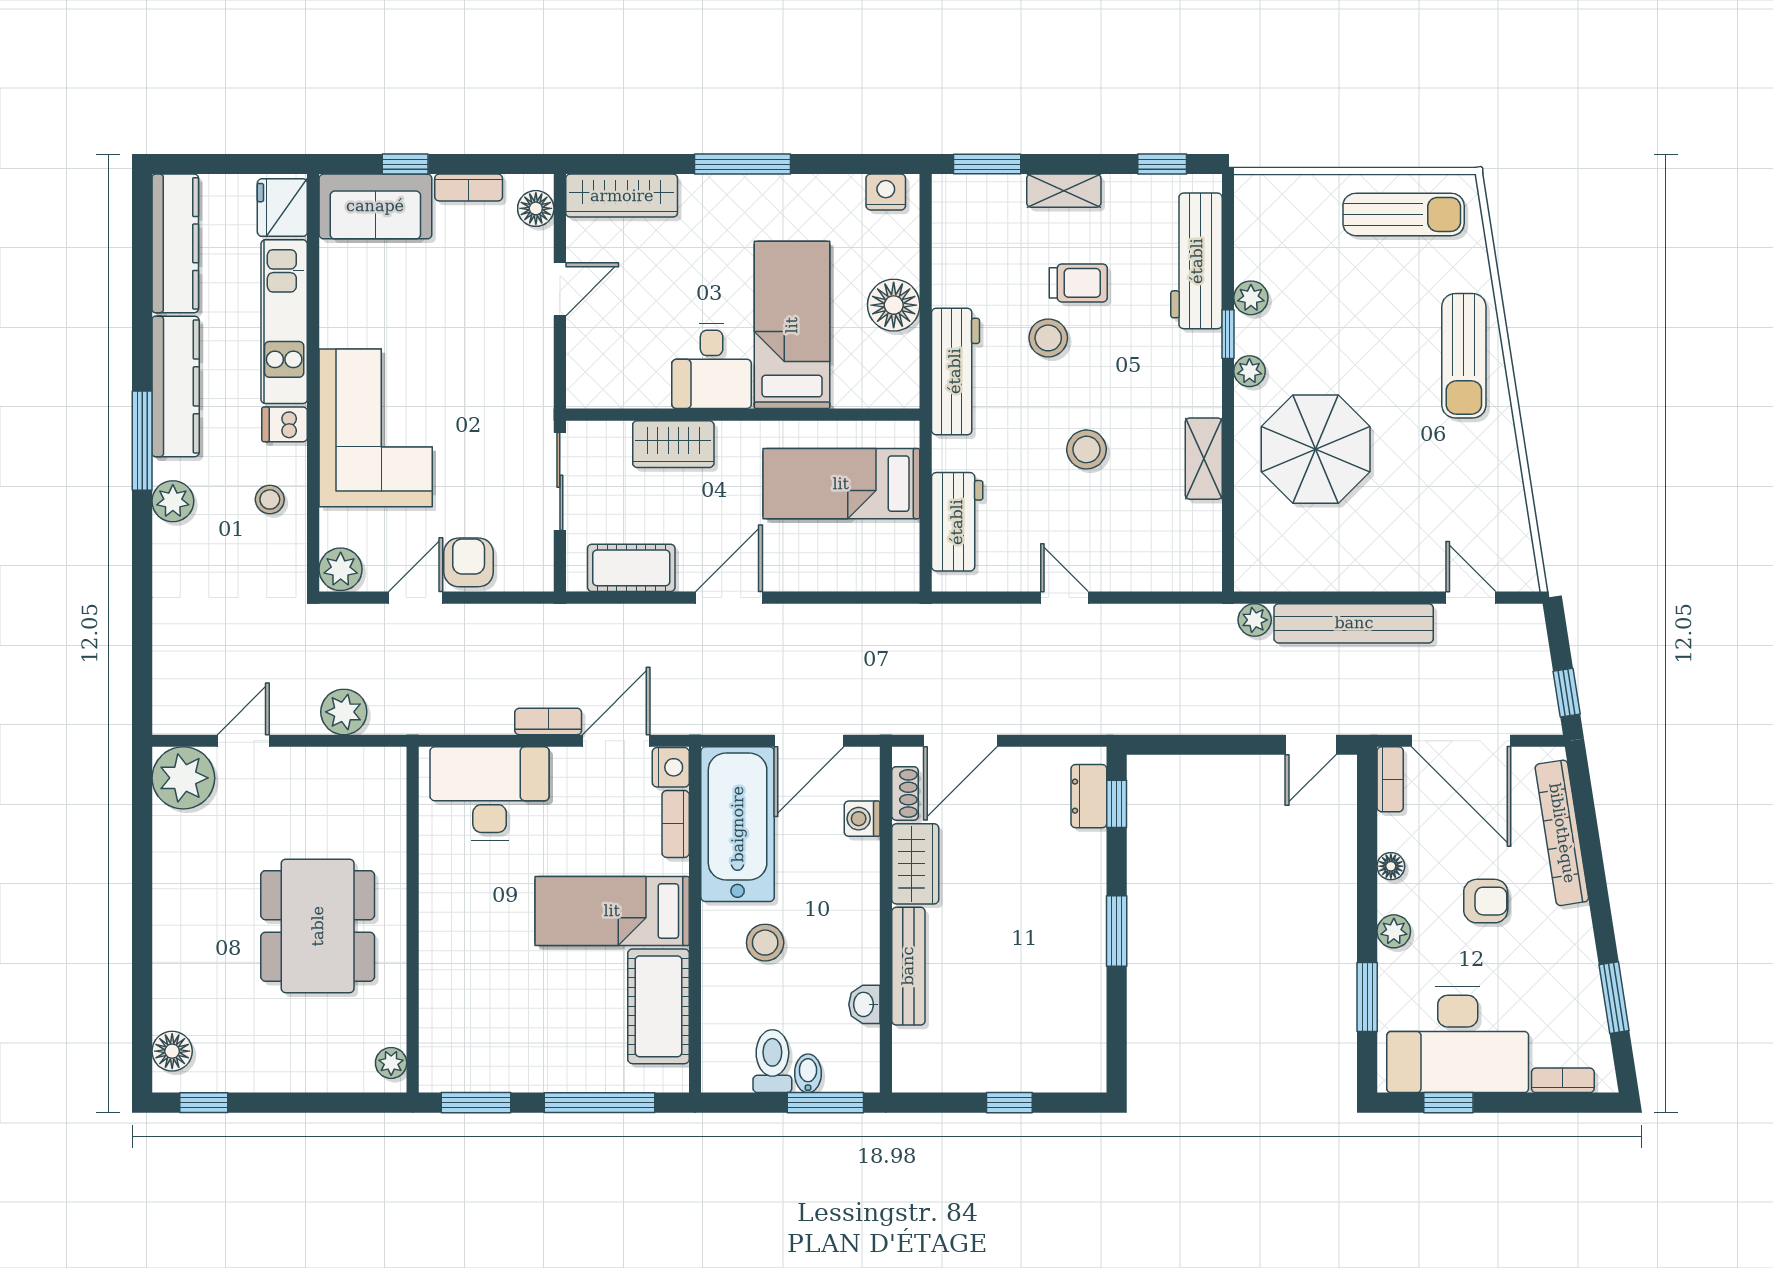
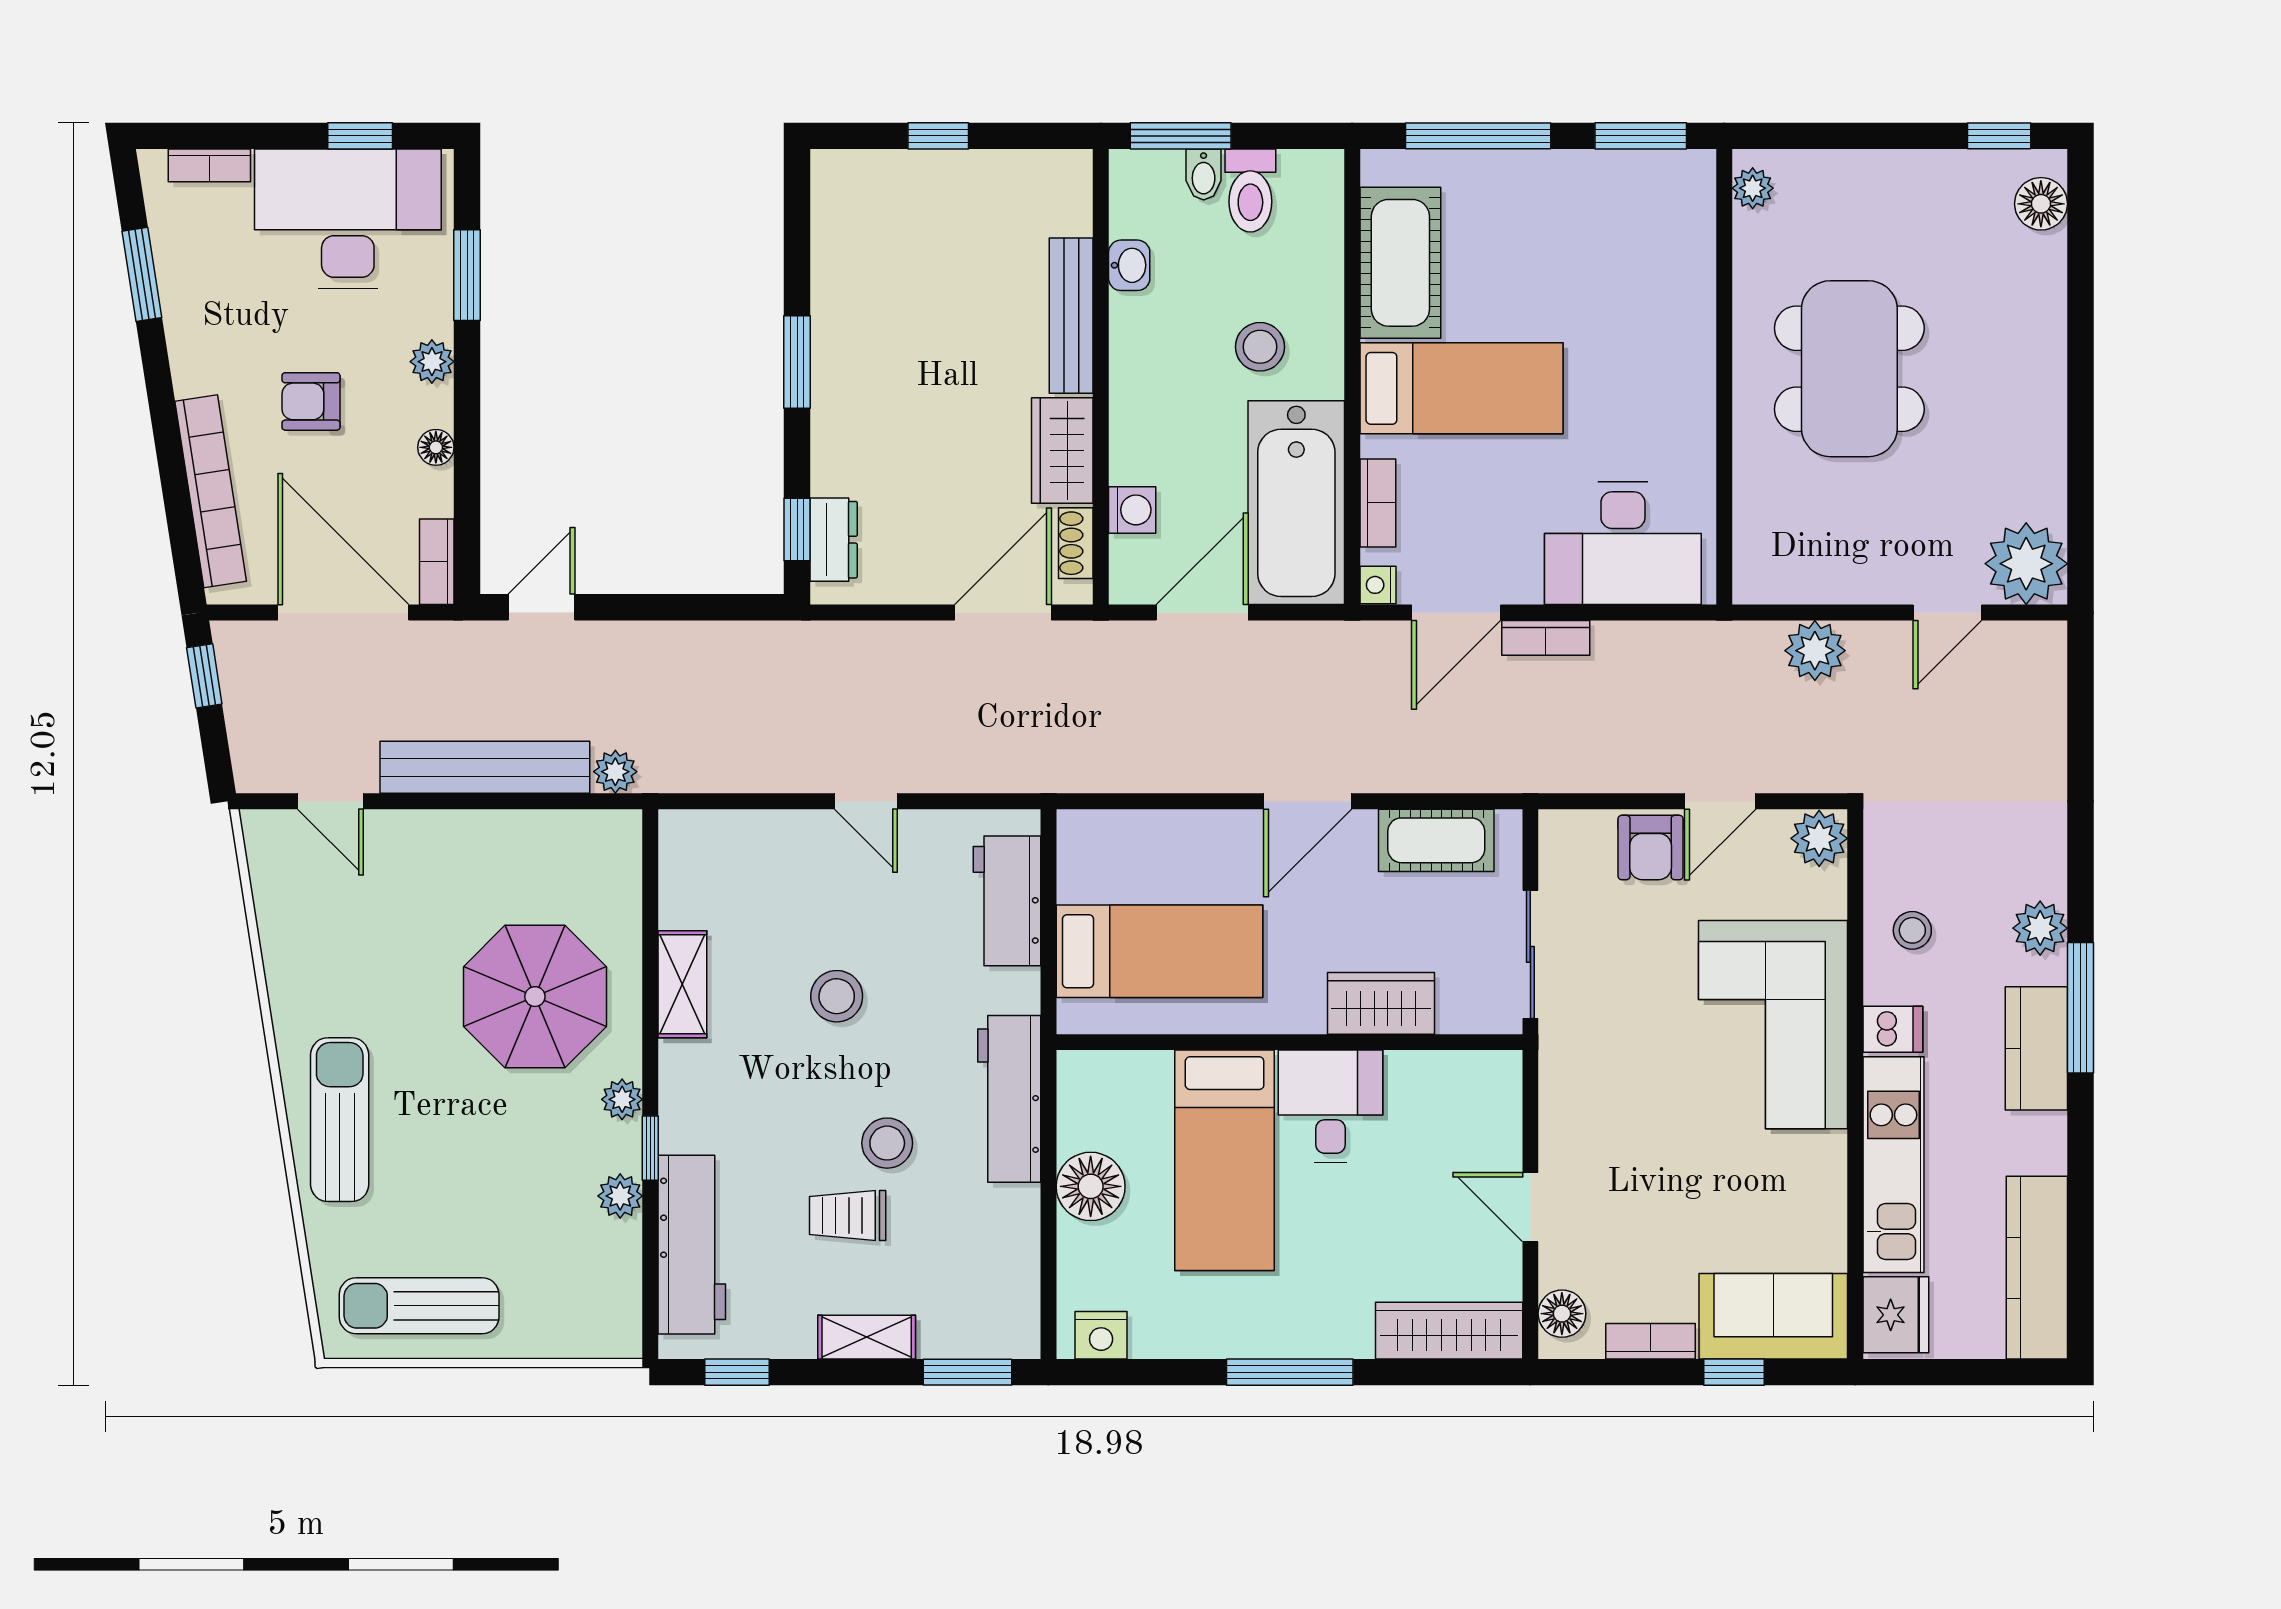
door: (560, 289) -> (1530, 1207), hinge flipped
kitchen counter: (176, 386) -> (2036, 1048), width x0.67
nightstand: (671, 767) -> (1378, 585), width x0.72, depth x0.74

